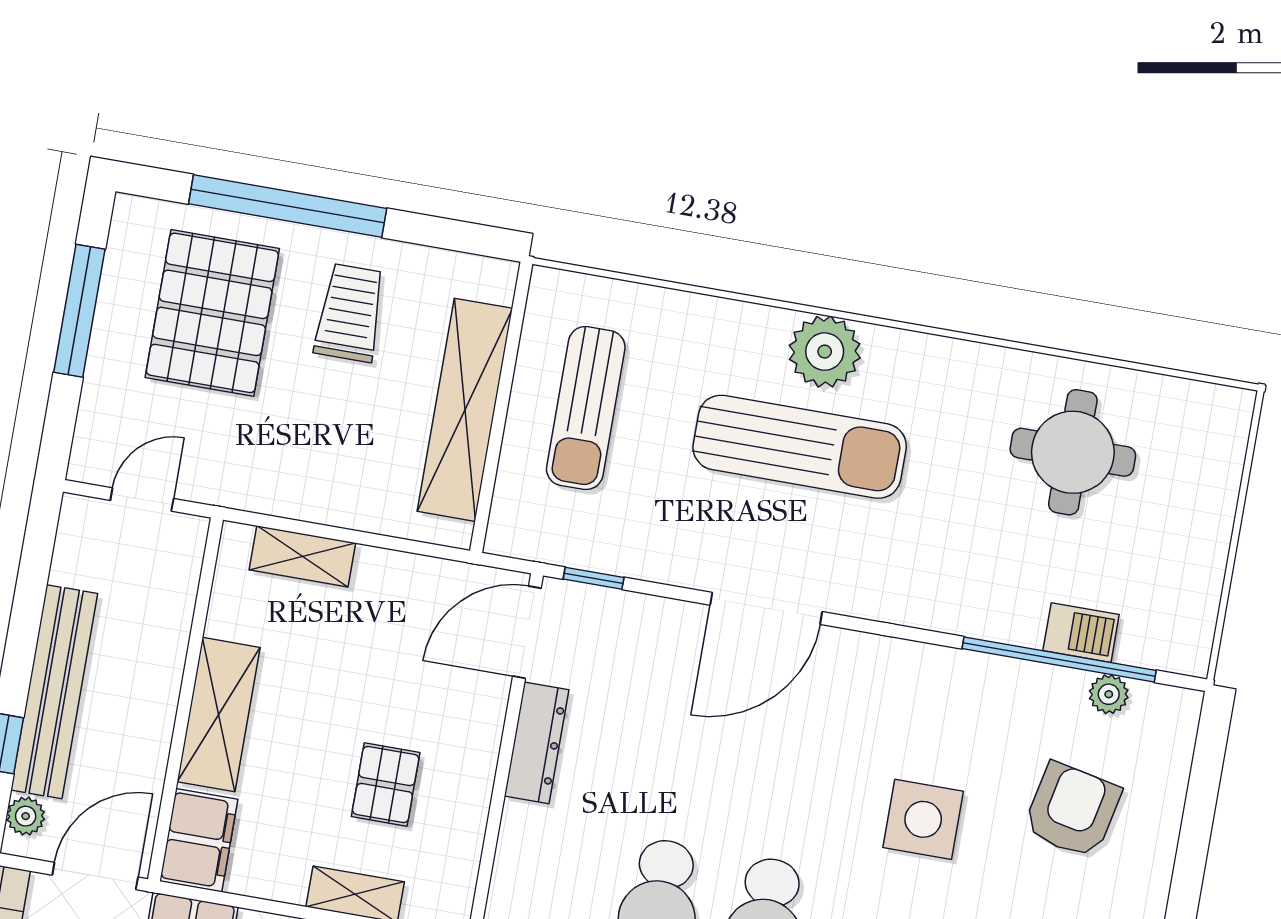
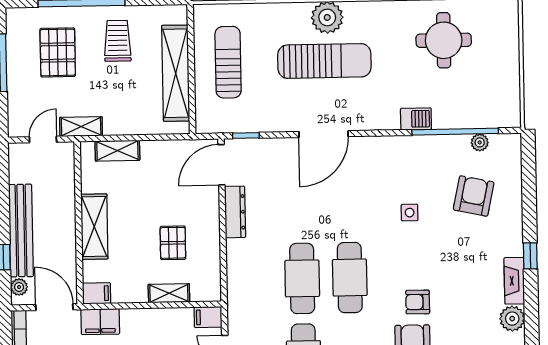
pallet: (212, 313) -> (58, 52), width x0.73, depth x0.71
sun lounger: (586, 408) -> (228, 62), turned 180
shelving: (232, 487) -> (81, 127), added
barbecue: (1081, 633) -> (416, 119), moved
side table: (923, 819) -> (410, 213), width x0.54, depth x0.54
filing cabinet: (199, 840) -> (97, 293), width x0.50
door: (95, 876) -> (54, 307), hinge flipped

